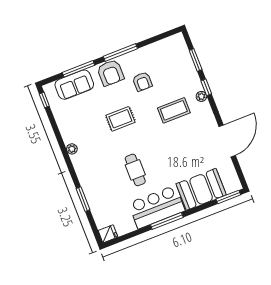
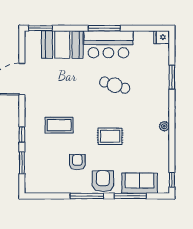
plant: (201, 96) -> (29, 128), removed
cafe table: (135, 170) -> (115, 85), turned -73

